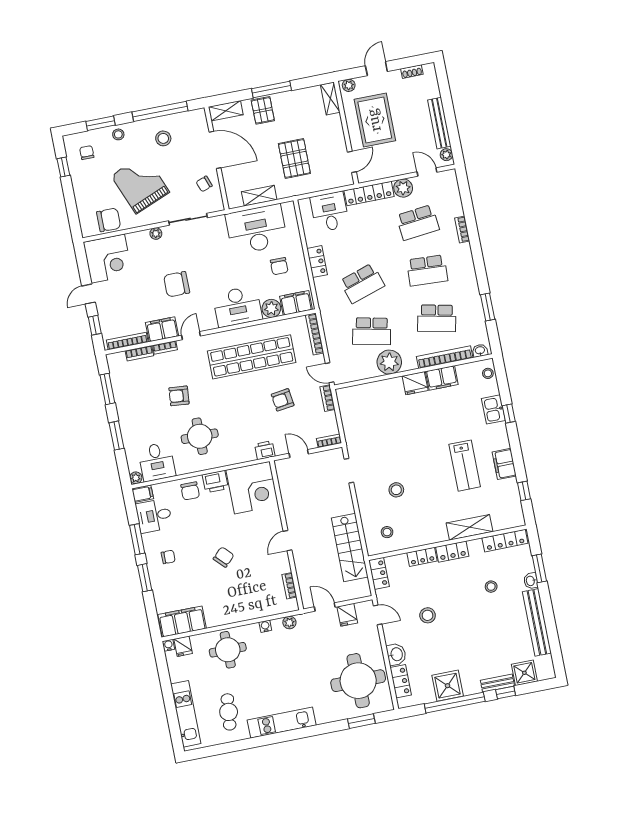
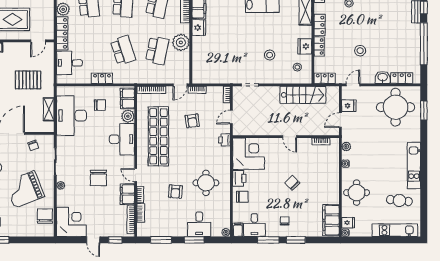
door: (352, 162) -> (38, 41), swing flipped
desk: (157, 462) -> (199, 224), moved, turned 90
fridge: (418, 537) -> (305, 46), added
shower: (448, 686) -> (411, 46), removed

